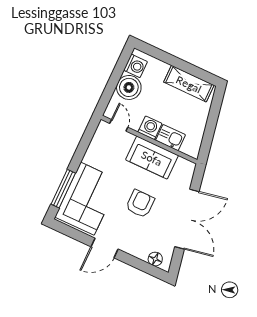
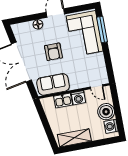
sofa: (152, 158) -> (53, 84), moved
floor lamp: (155, 259) -> (38, 24), moved

